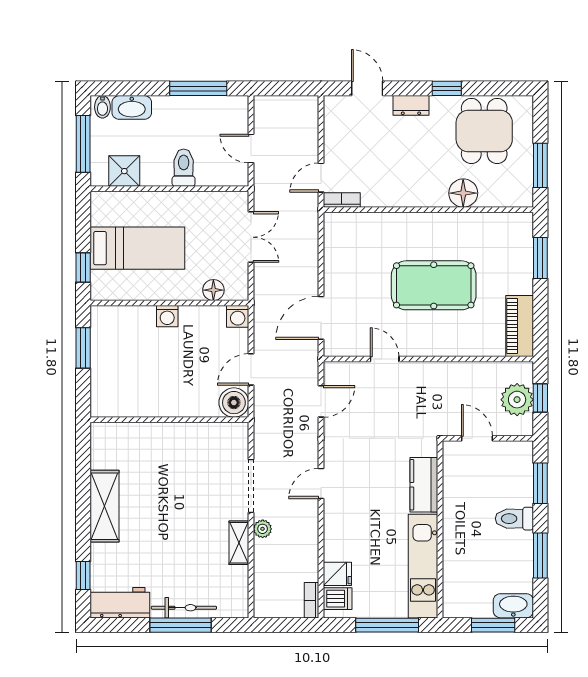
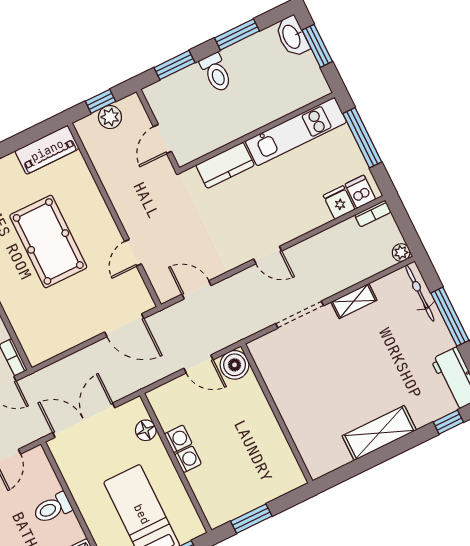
double door: (251, 237) -> (84, 420), width x1.37
washing machine: (238, 316) -> (178, 439), moved
plant: (517, 400) -> (110, 117), width x0.73, depth x0.73
plant: (263, 529) -> (401, 252), moved
bicycle: (184, 608) -> (420, 293), moved

